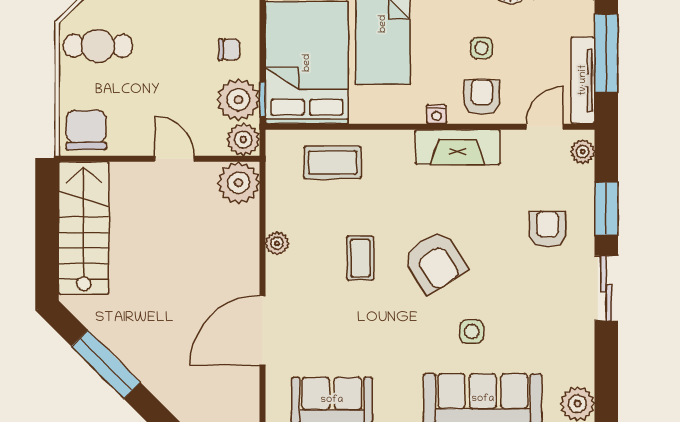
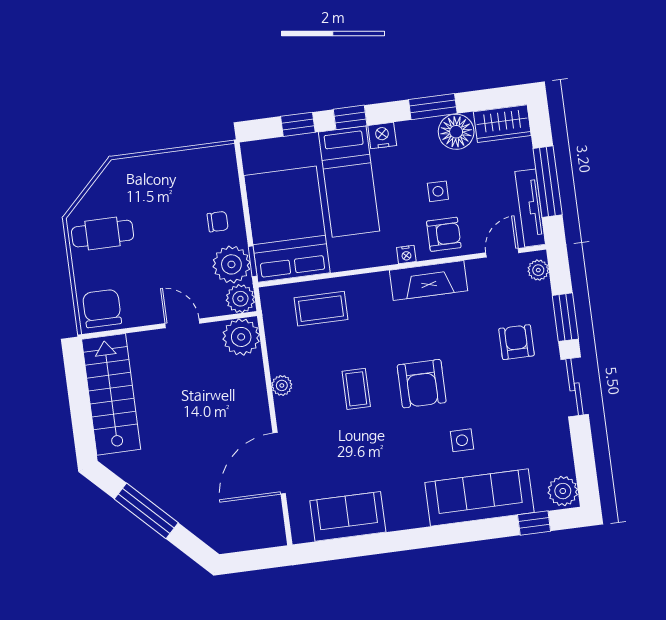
armchair: (482, 97) -> (444, 234), turned 90
armchair: (435, 262) -> (422, 384), turned 33

